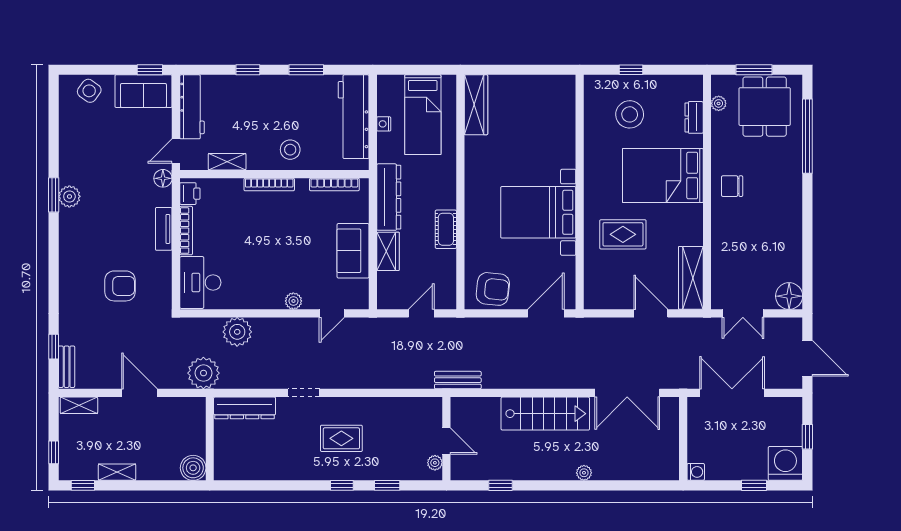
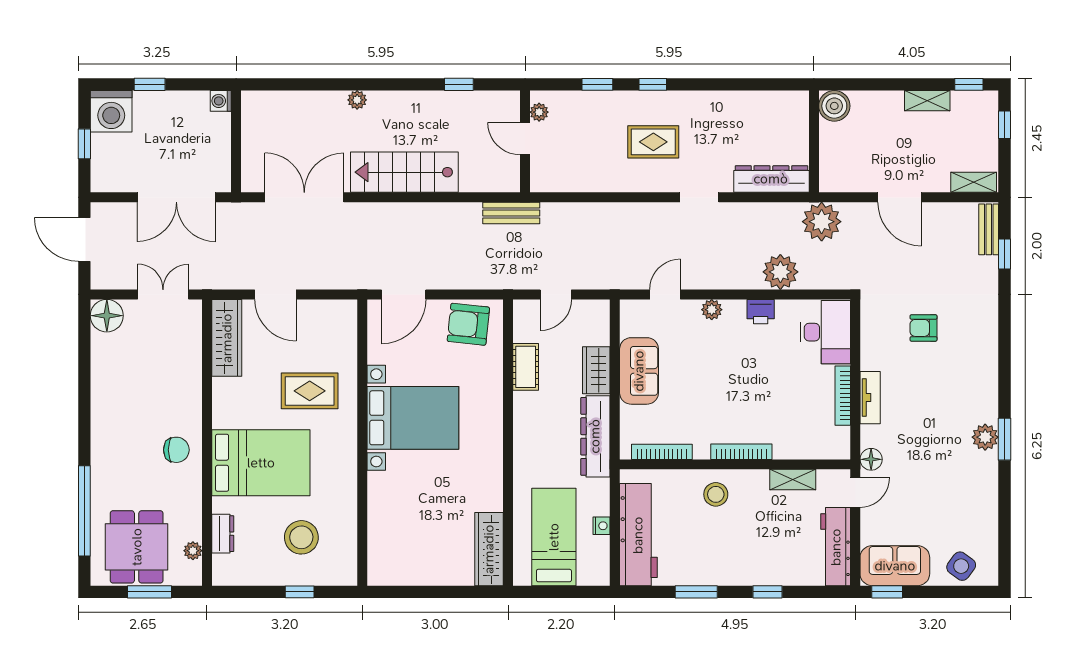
printer: (190, 194) -> (761, 312), moved, turned -90
cot: (446, 229) -> (526, 367), moved
armchair: (120, 286) -> (923, 328), width x0.72, depth x0.72

